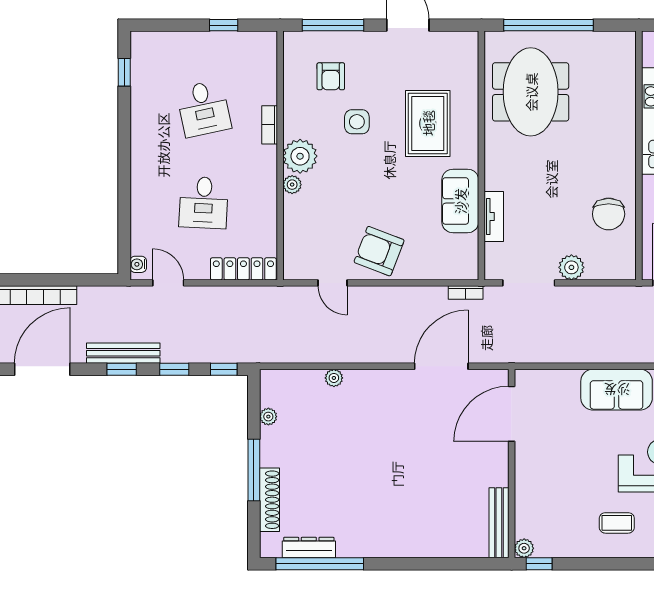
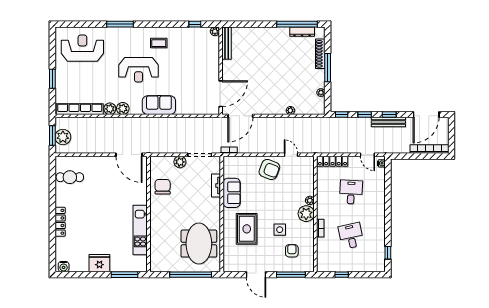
door: (512, 414) -> (221, 94), moved
wall: (512, 463) -> (221, 71), moved
bench: (499, 523) -> (227, 43), moved
plant: (524, 548) -> (215, 31), moved

